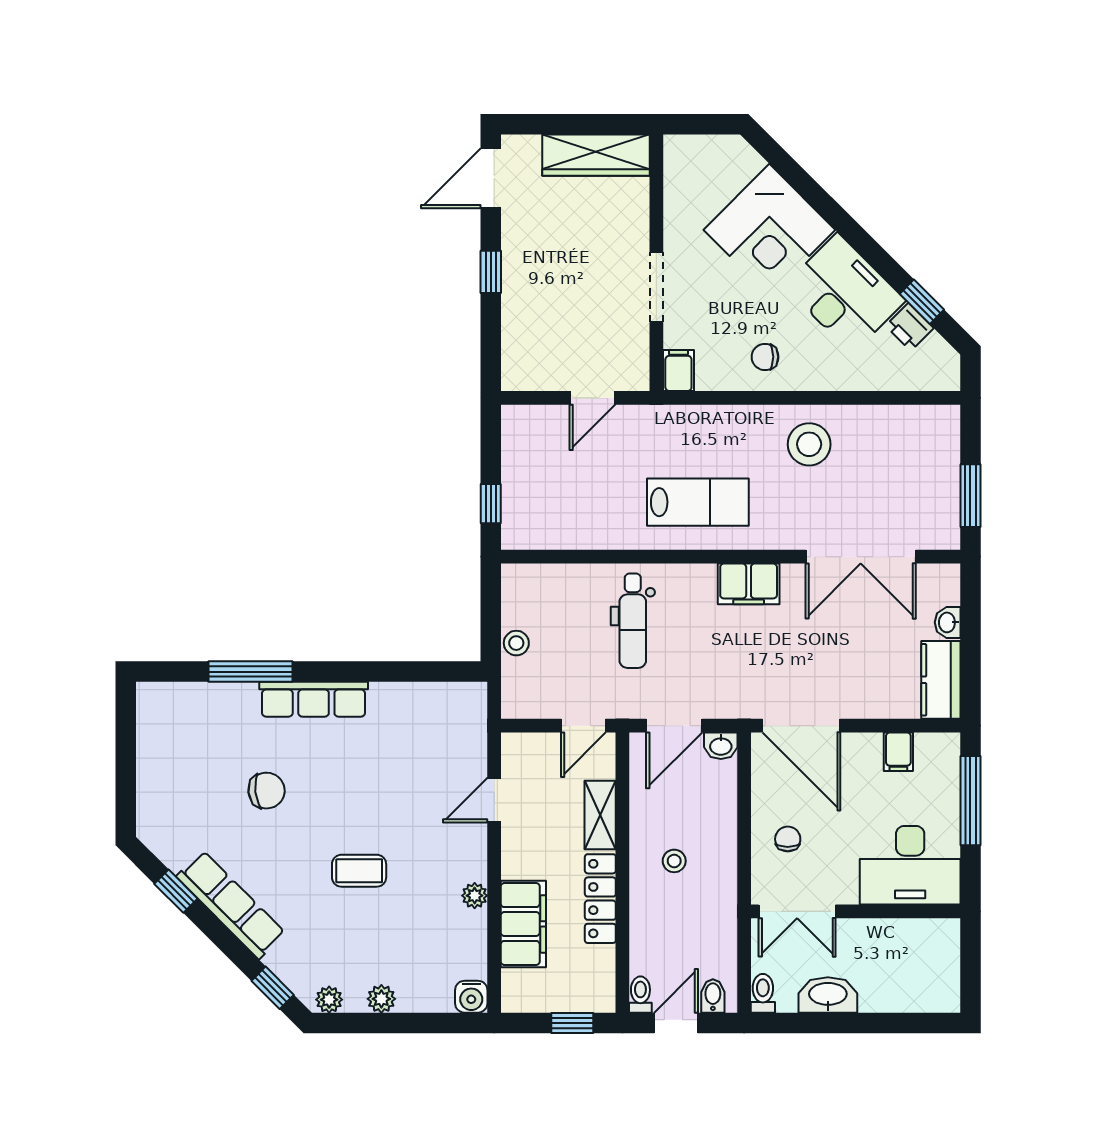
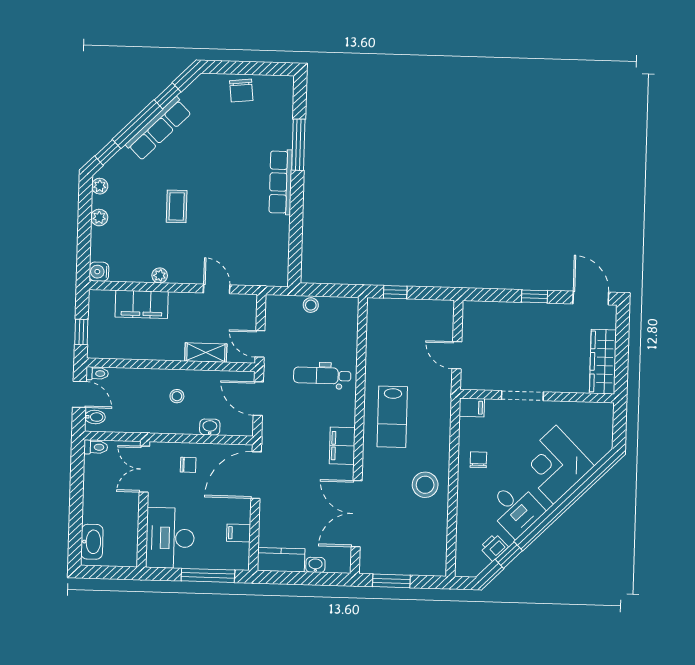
desk: (845, 293) -> (515, 509), width x0.73
washbasin: (721, 746) -> (210, 427), moved, turned 90
chair: (267, 791) -> (241, 91), moved
locker: (600, 899) -> (156, 351), removed
washbasin: (828, 995) -> (92, 542), moved

